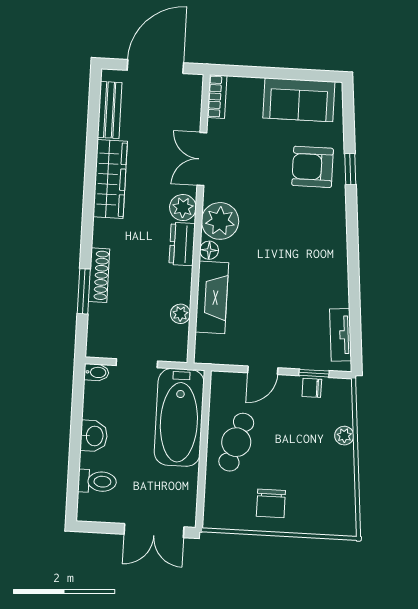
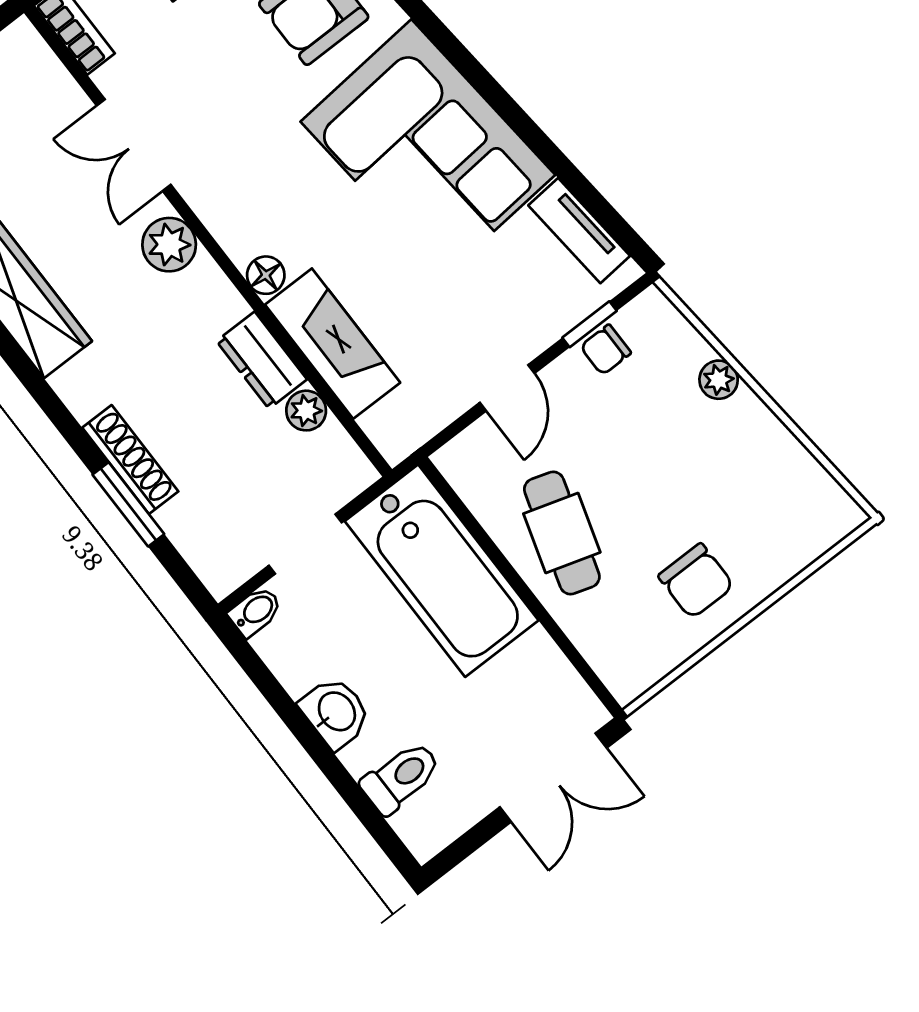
plant: (220, 221) -> (244, 216), removed
dresser: (182, 244) -> (262, 360), moved
corner sofa: (311, 255) -> (428, 148), added

